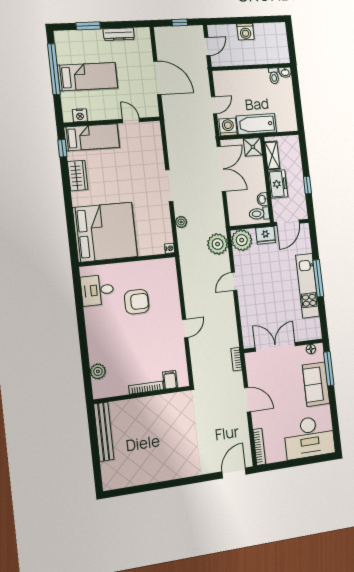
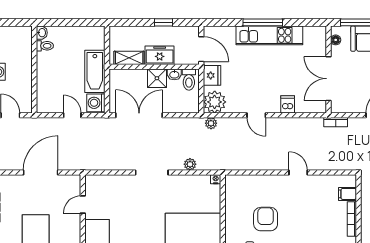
shower: (253, 147) -> (157, 78), moved
plant: (218, 244) -> (211, 123), width x0.53, depth x0.53
dishwasher: (247, 311) -> (288, 104), added

